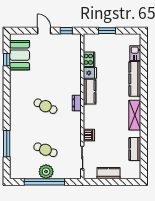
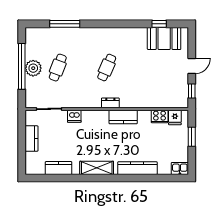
kitchen sink: (135, 53) -> (180, 169), moved
fridge: (90, 73) -> (175, 117), moved

